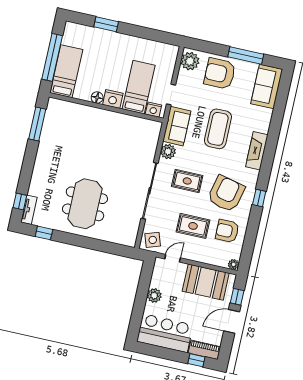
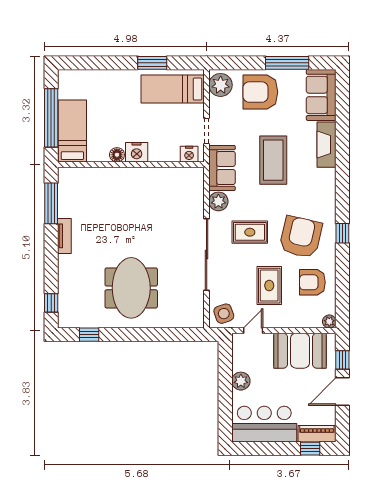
window: (106, 24) -> (152, 63), moved
bed: (139, 87) -> (173, 89), moved, turned -90
fireplace: (257, 151) -> (327, 145), moved
tv unit: (29, 210) -> (64, 236), moved
rug: (193, 226) -> (269, 286), turned 90

